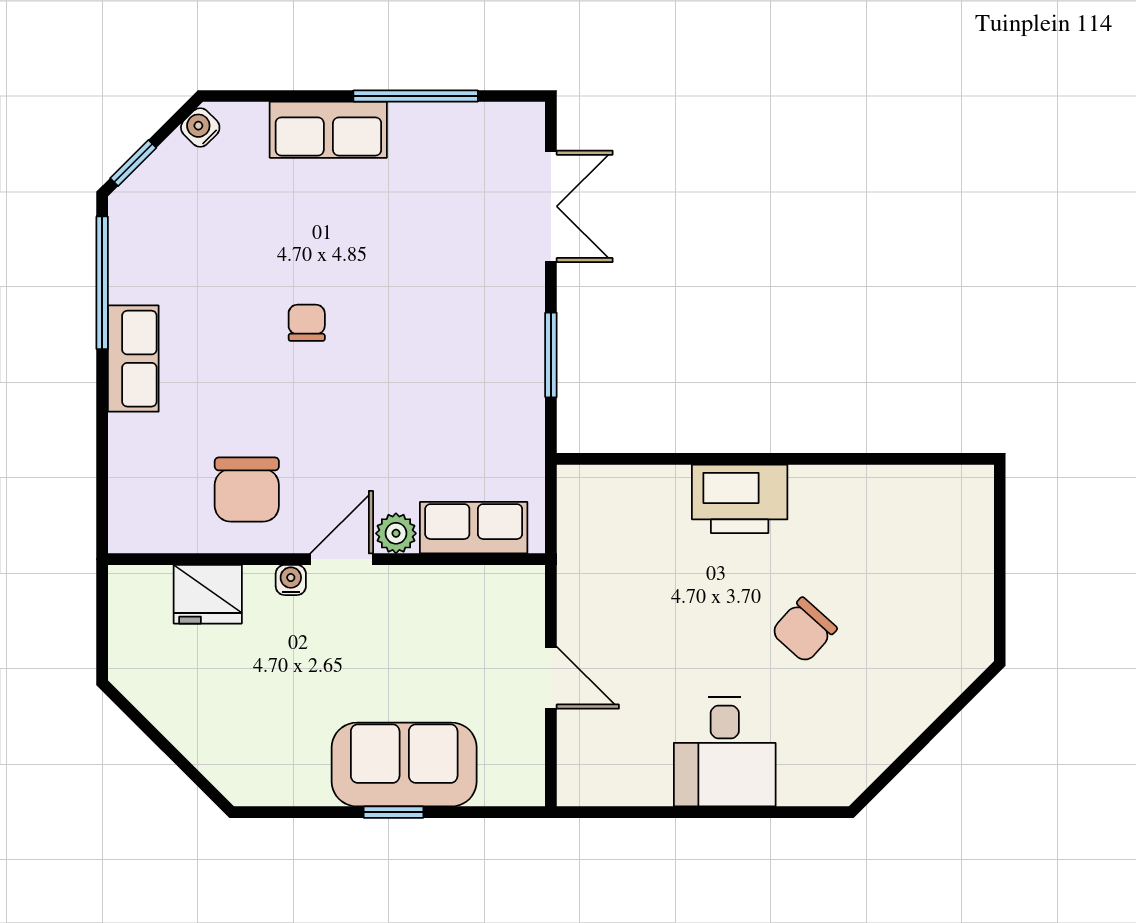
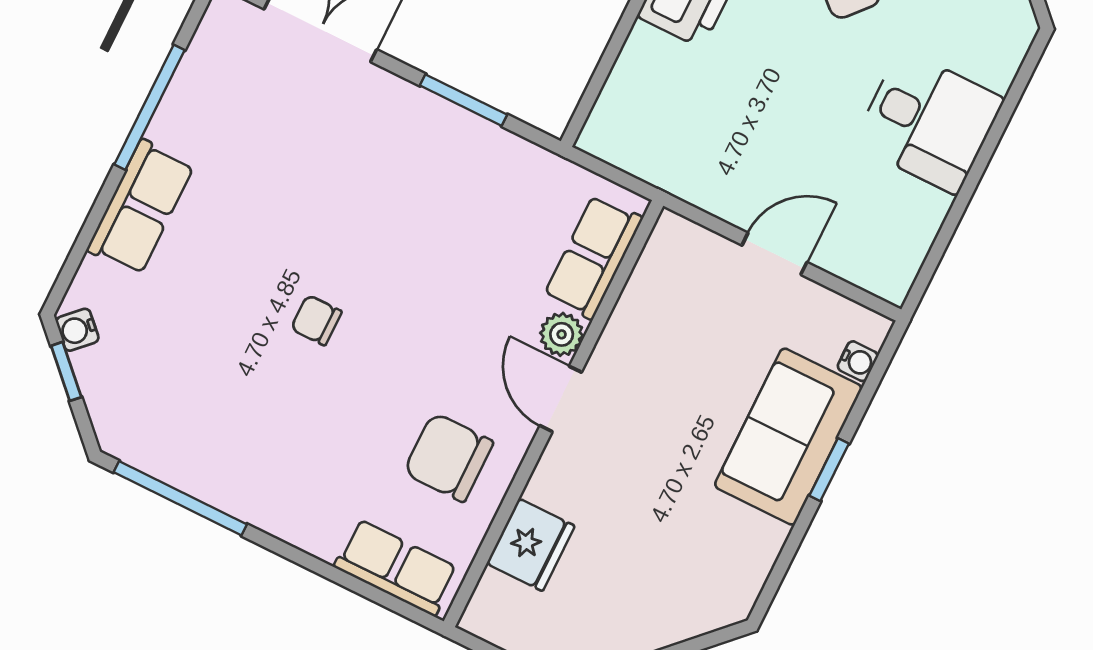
window: (133, 163) -> (66, 371), moved
row of seats: (133, 359) -> (396, 568), moved
chair: (247, 490) -> (448, 457), turned 180
water cooler: (291, 580) -> (858, 361), moved, turned 180

